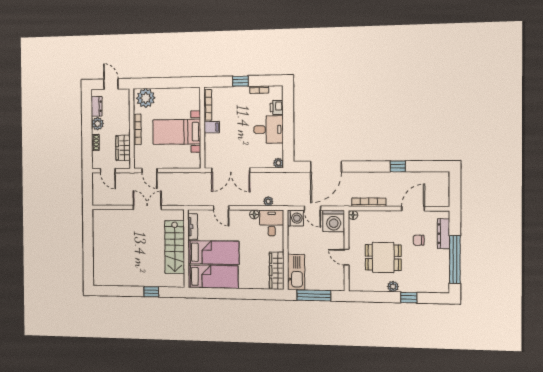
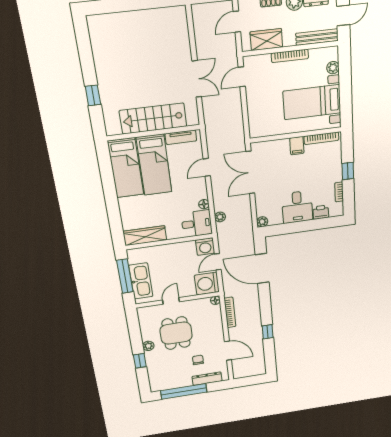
plant: (146, 98) -> (333, 68), width x0.53, depth x0.53
bench: (125, 106) -> (317, 37), added
bed with nightstands: (177, 132) -> (312, 102), moved, turned -90
kitchen sink: (296, 272) -> (141, 281), moved, turned -90

